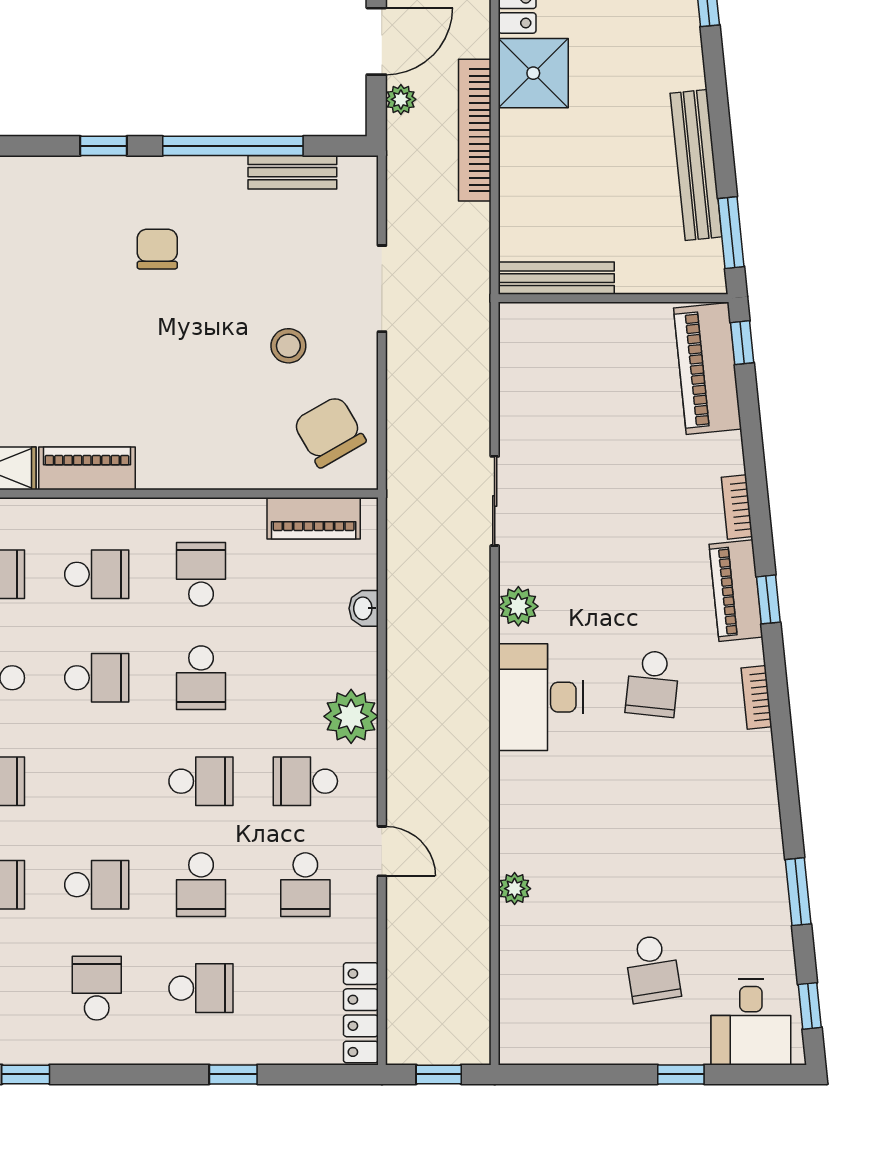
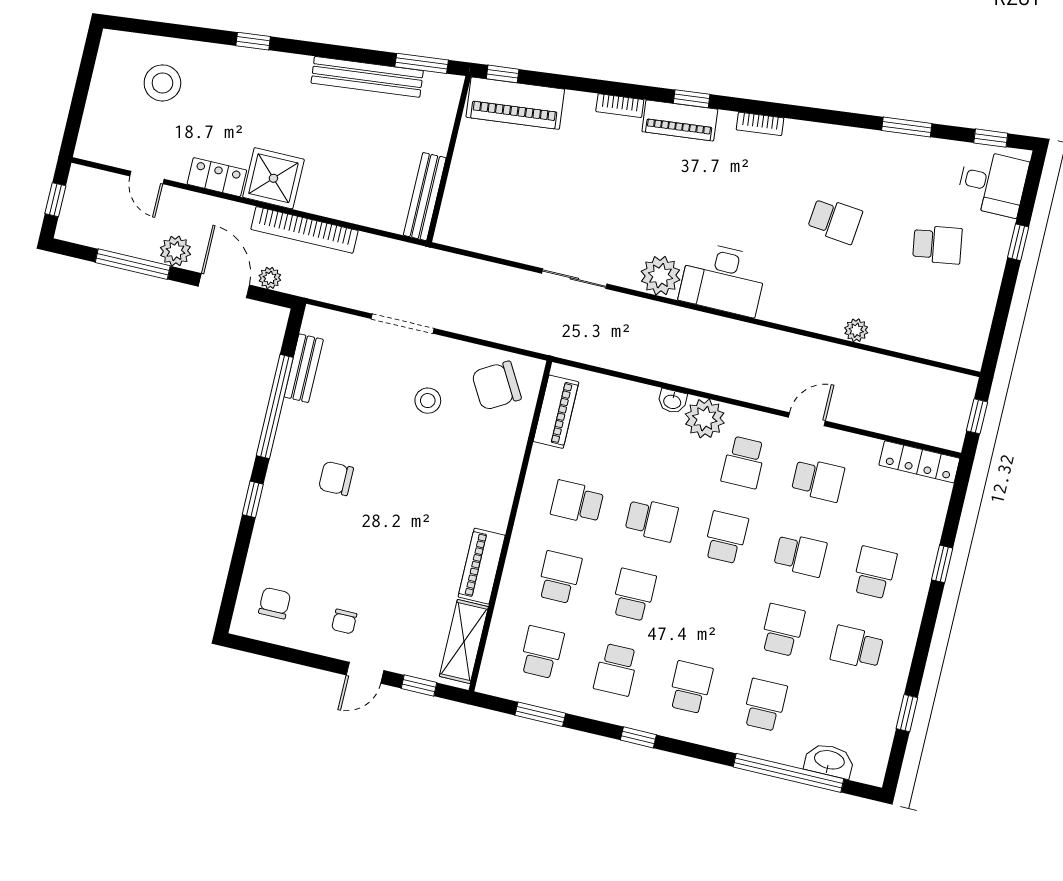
plant: (518, 606) -> (660, 276), width x1.36, depth x1.36
washbasin: (364, 608) -> (672, 401), moved
school desk: (653, 683) -> (835, 220), moved

